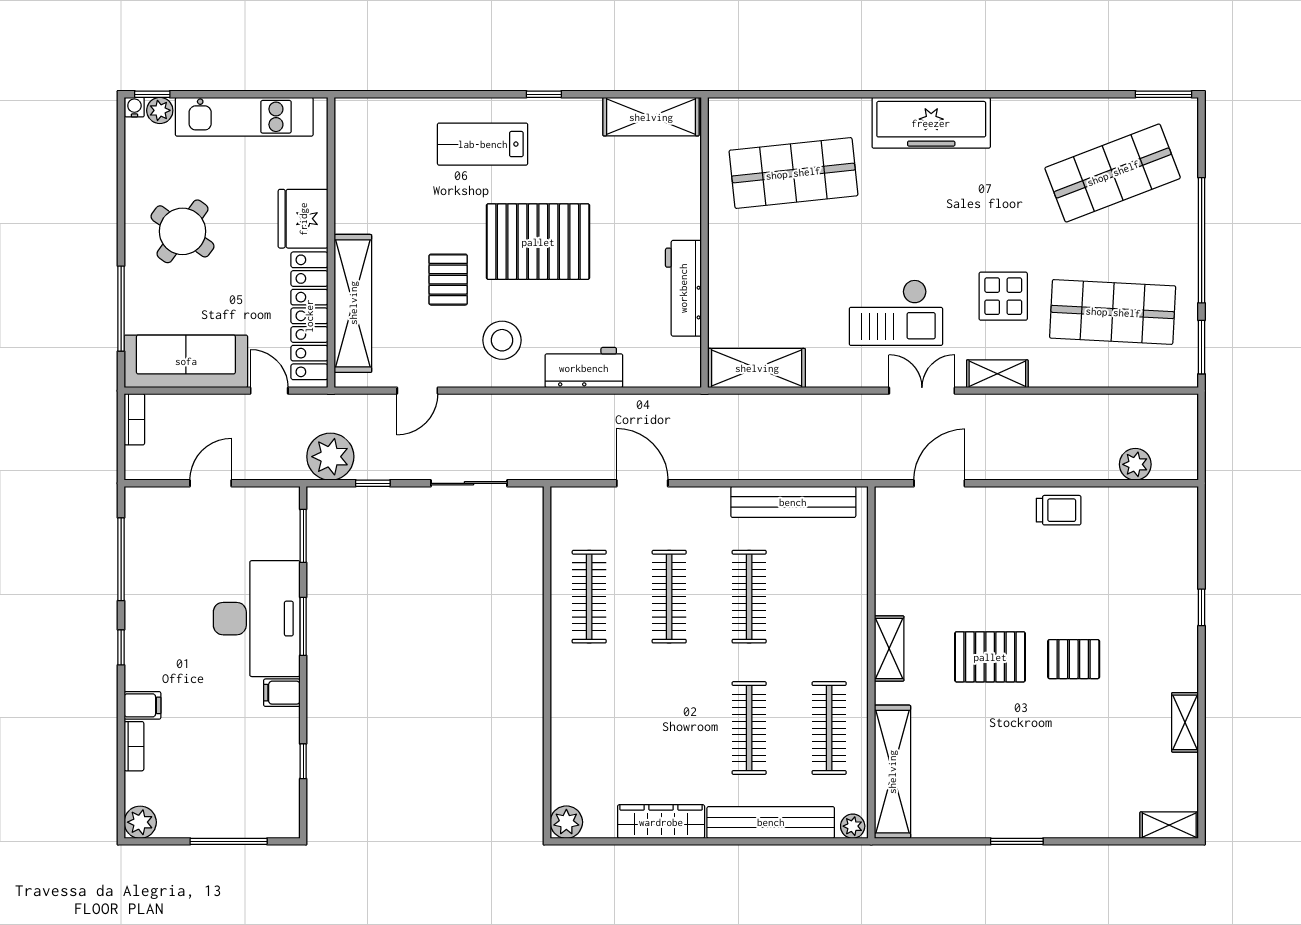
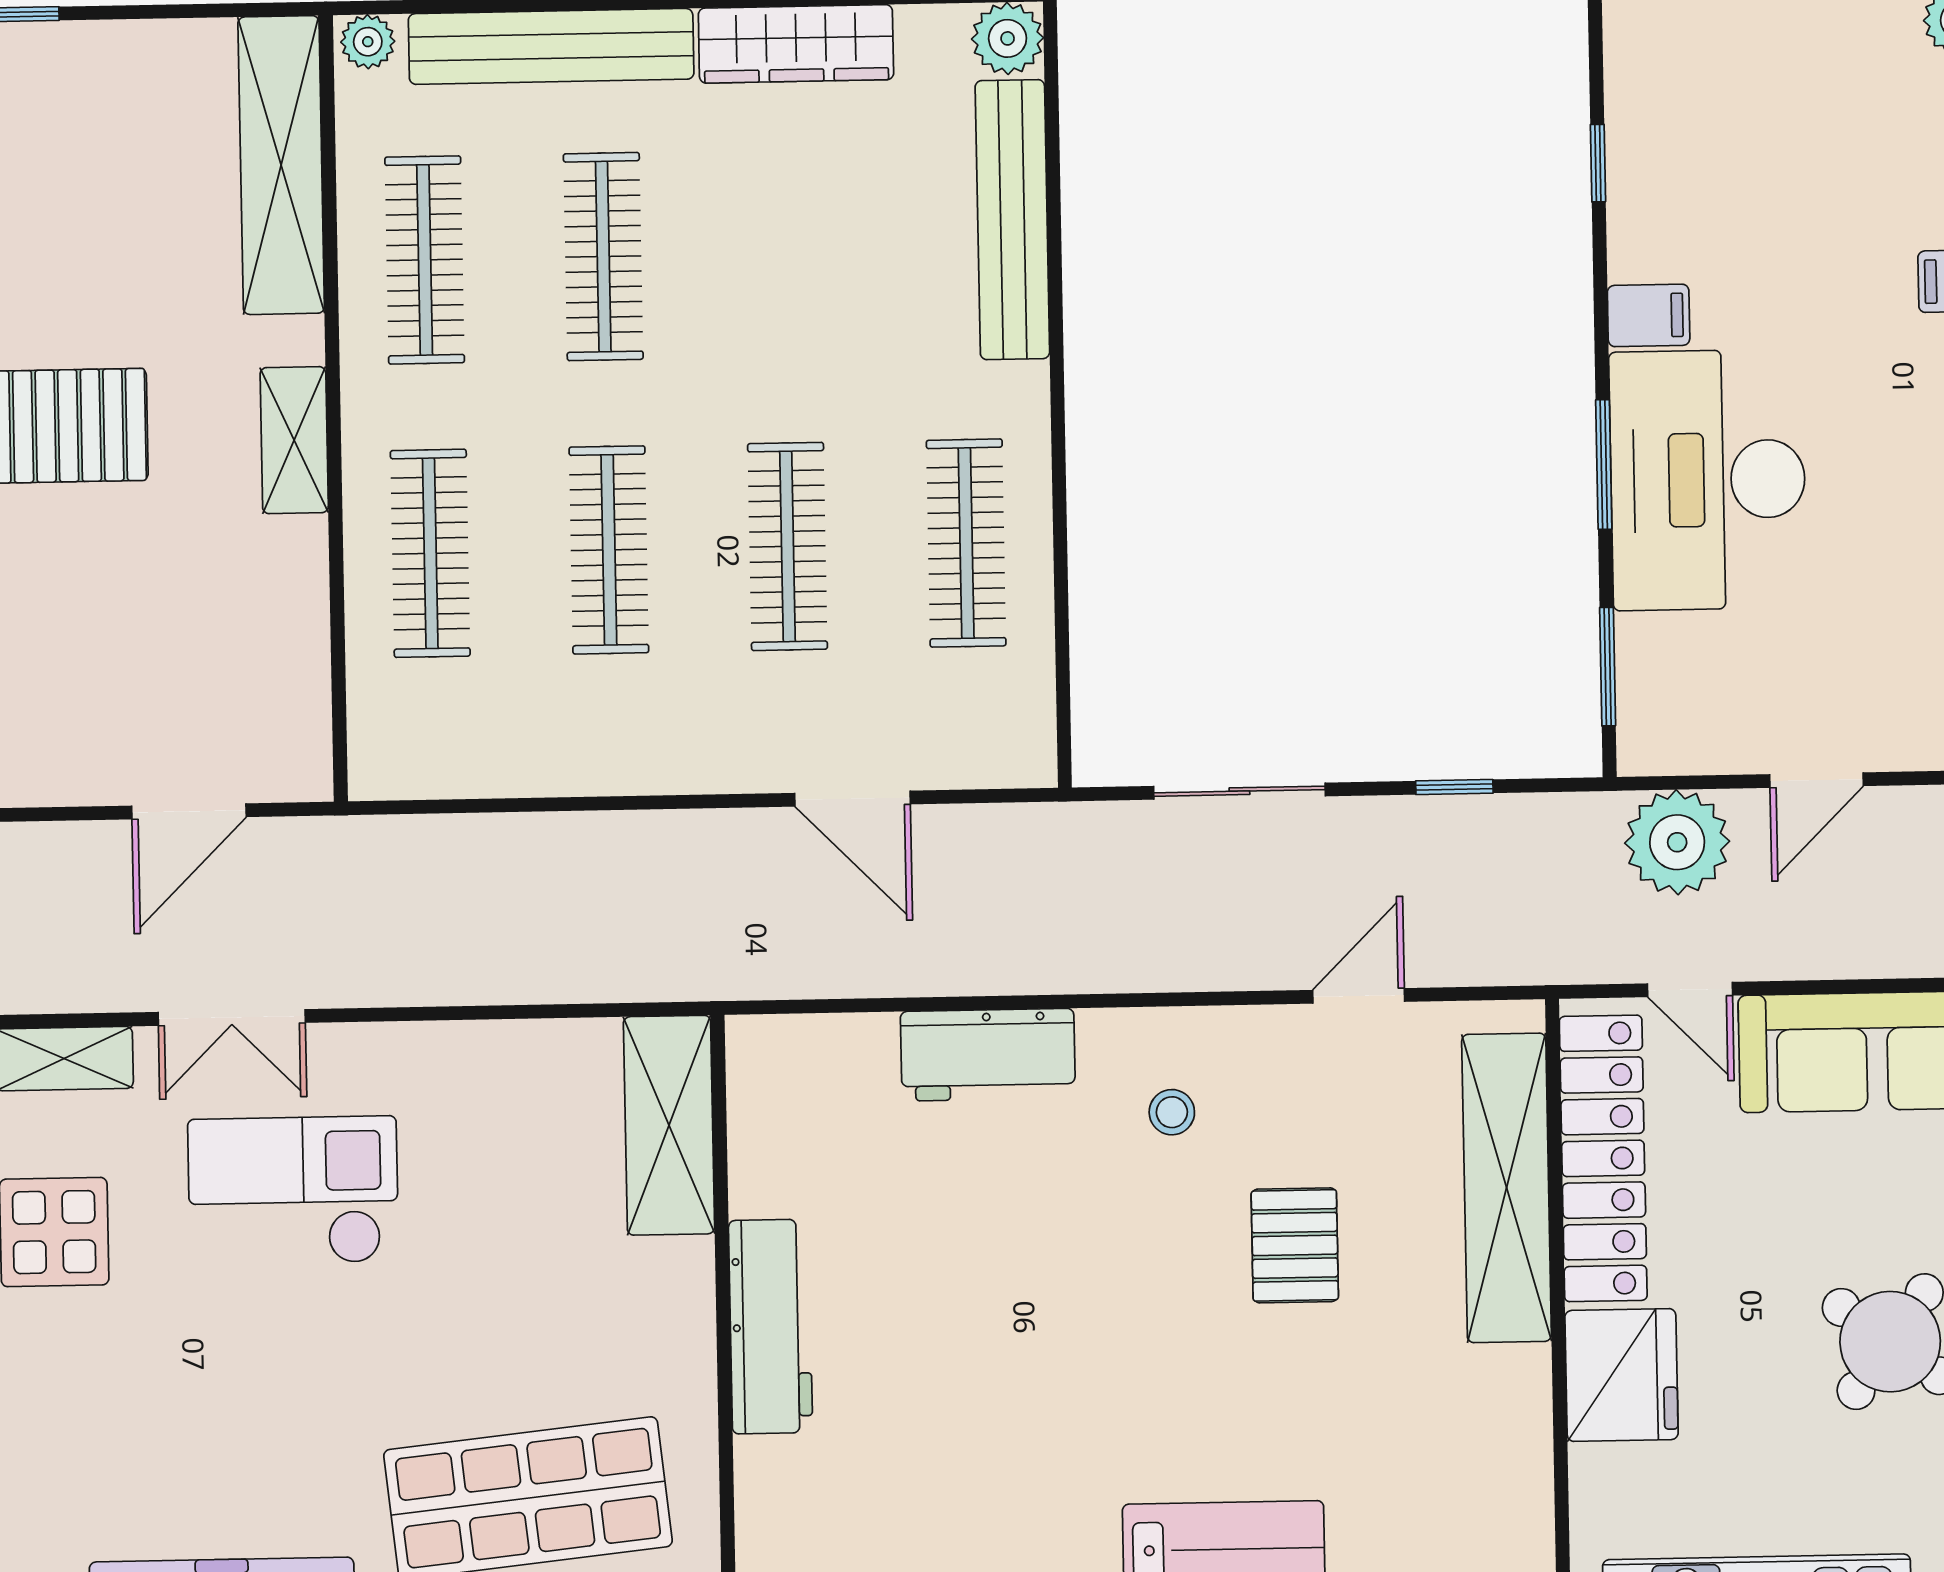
pallet: (538, 242) -> (1096, 1334), removed
workbench: (683, 288) -> (771, 1327), moved
stool: (502, 340) -> (1172, 1112), width x0.53, depth x0.53
shelving: (757, 368) -> (669, 1125), moved, turned 90
plant: (330, 457) -> (1677, 842), moved
bench: (793, 502) -> (1012, 220), moved, turned 90
clothes rail: (829, 597) -> (430, 553), added

